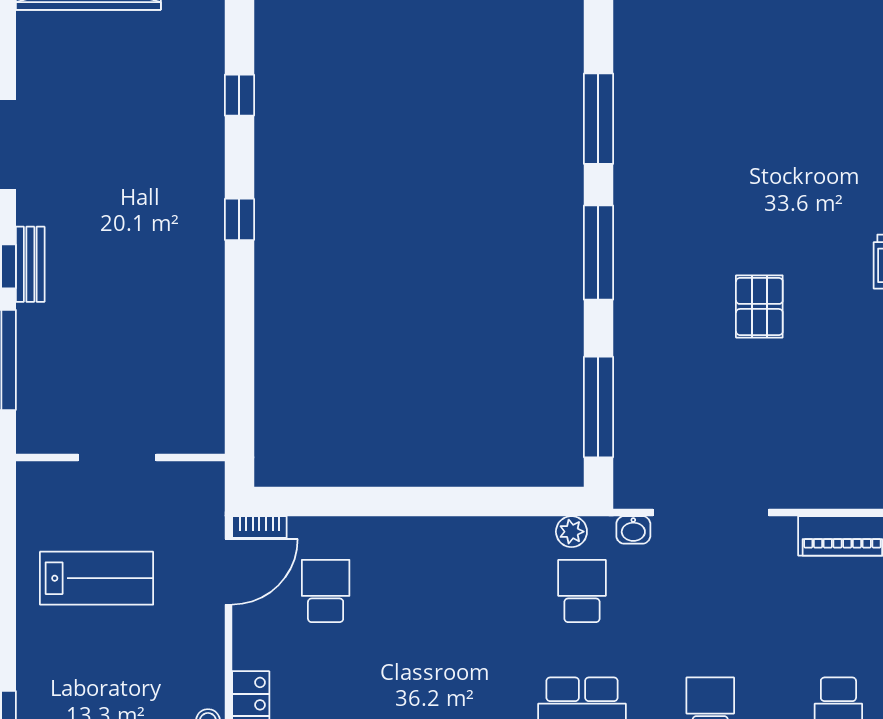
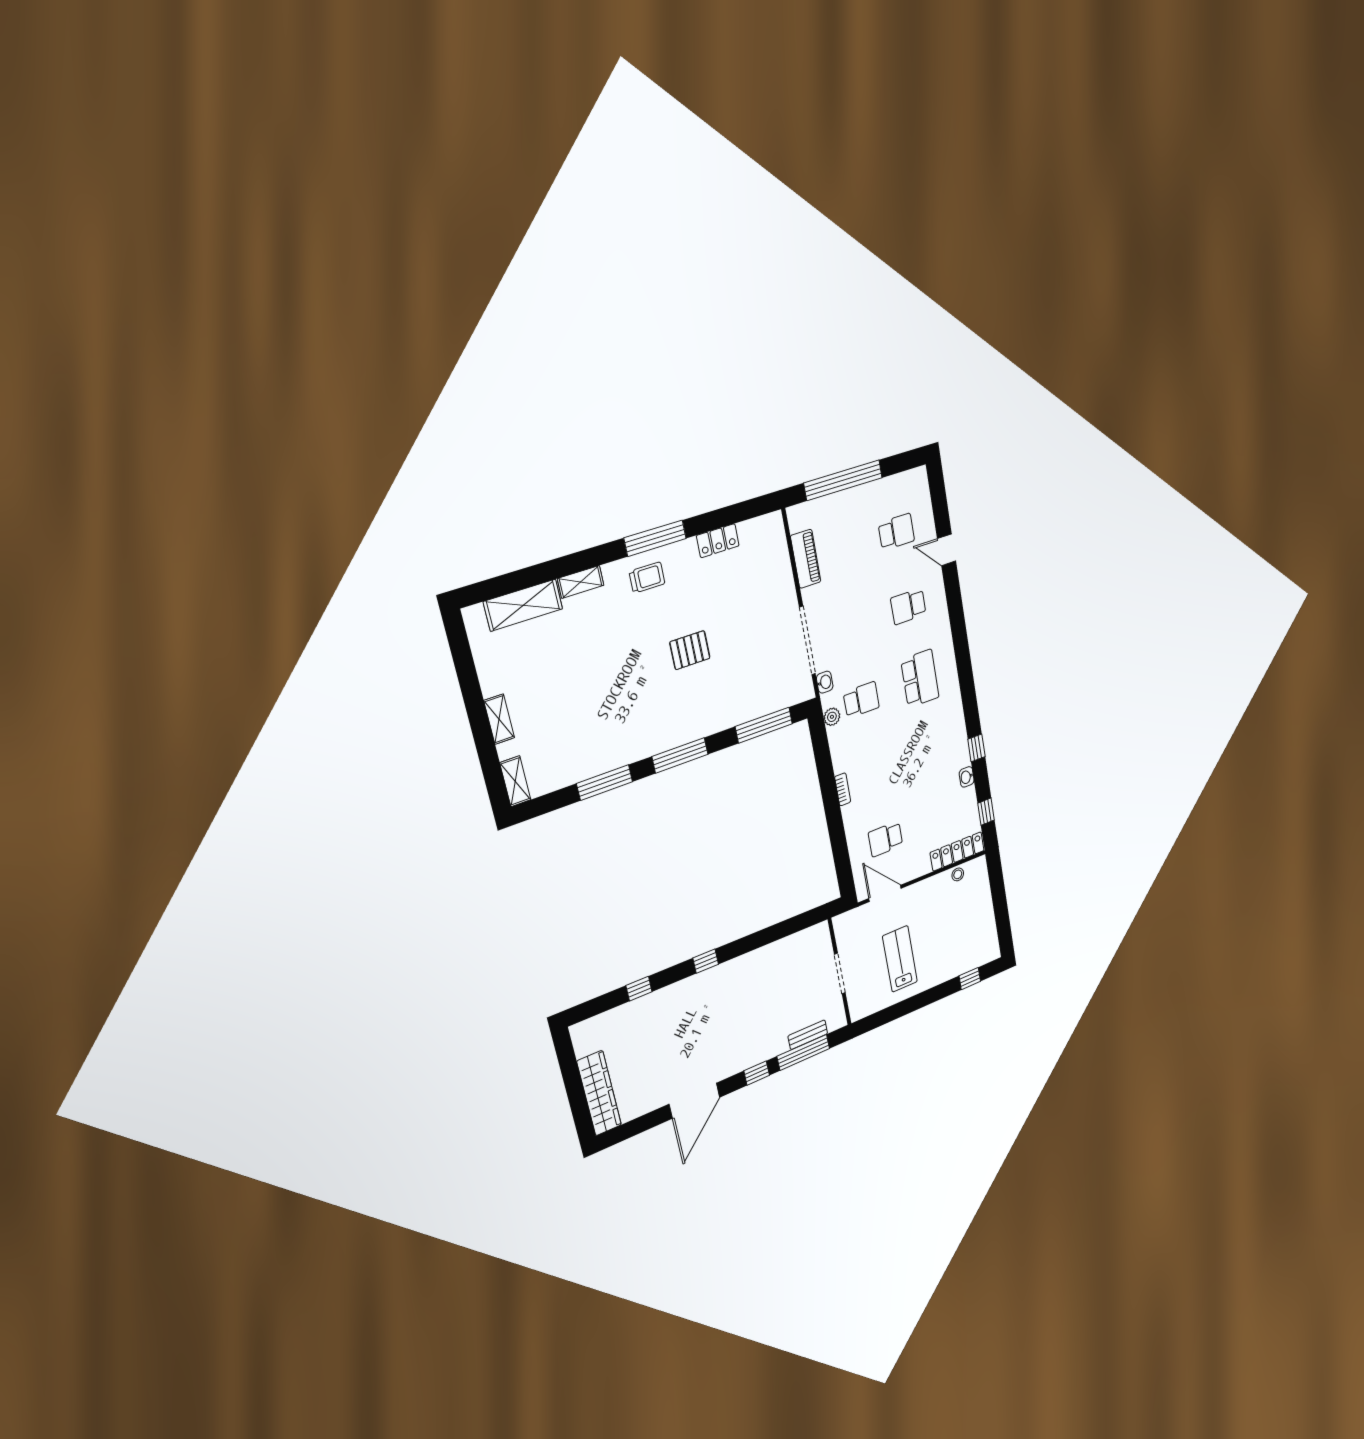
bench: (30, 264) -> (808, 1035), moved
bookcase: (259, 527) -> (843, 789), moved
school desk: (582, 591) -> (861, 700), turned 180

